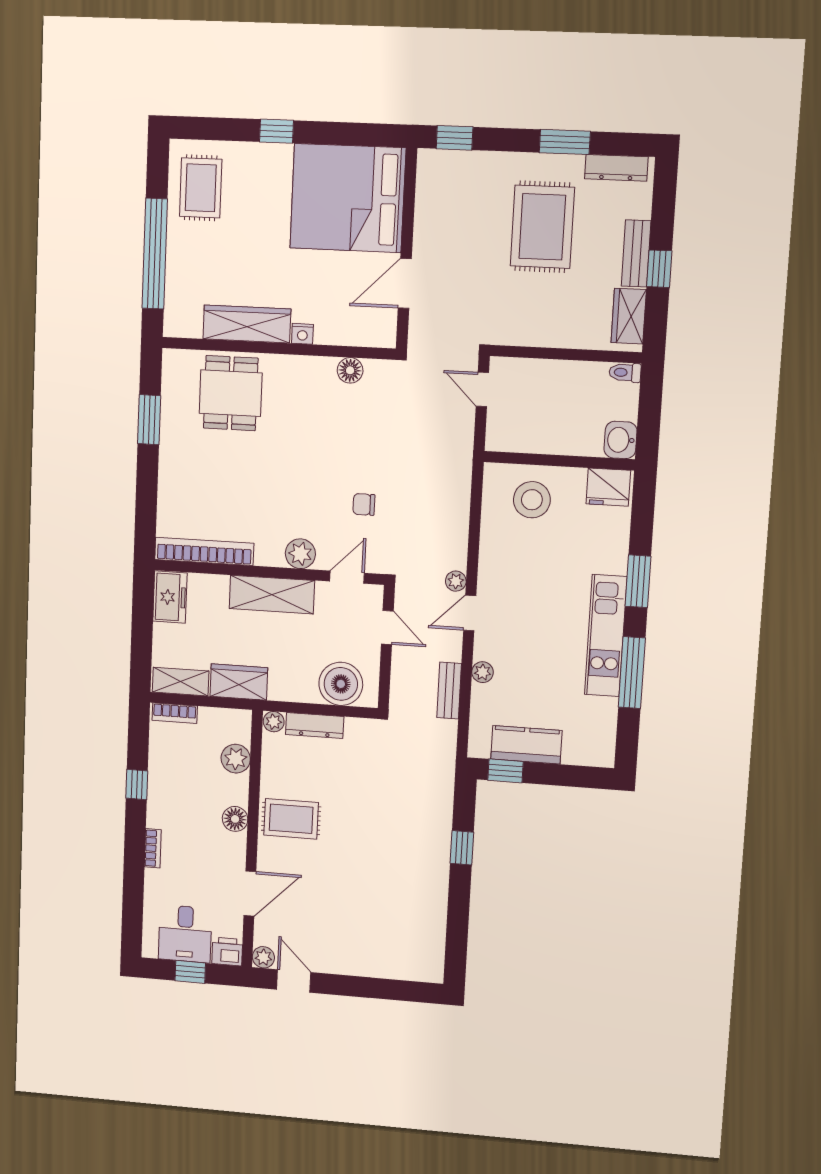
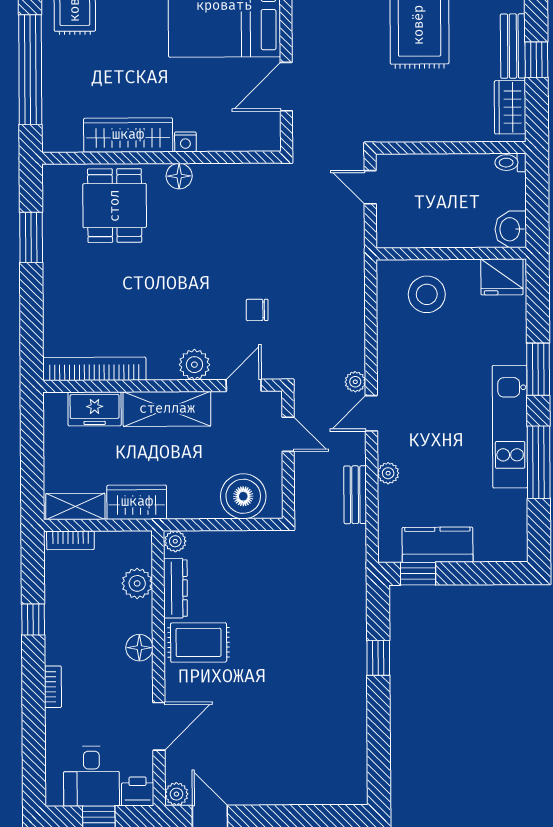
floor lamp: (350, 370) -> (179, 176), moved
freezer: (170, 597) -> (95, 409), moved, turned 90
dresser: (315, 725) -> (175, 588), moved, turned -90

